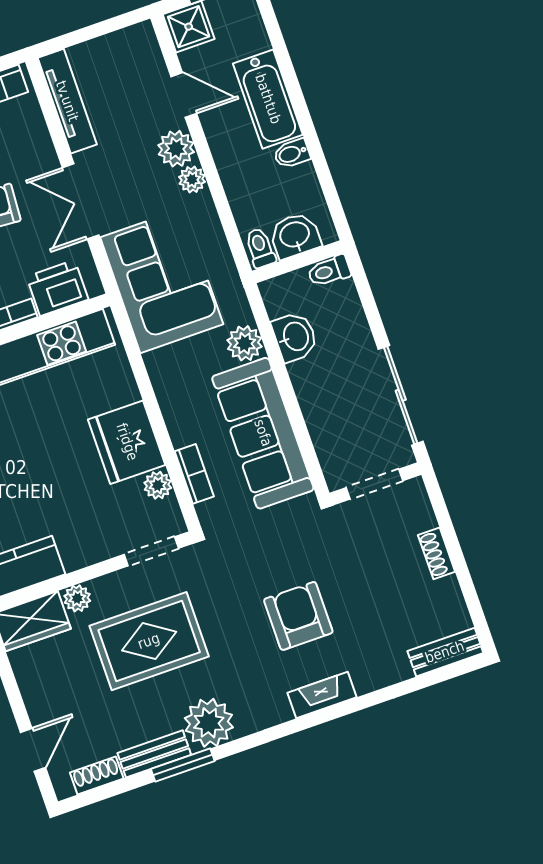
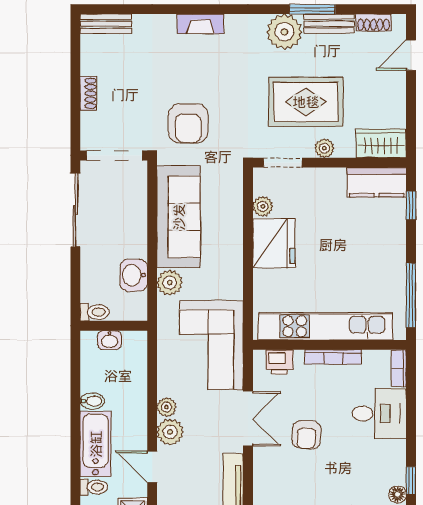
washbasin: (295, 235) -> (110, 340), width x0.72, depth x0.69
toilet: (260, 248) -> (94, 487), moved, turned -90
printer: (57, 288) -> (279, 362), width x0.73, depth x0.81
bookcase: (194, 474) -> (235, 205), removed
doorway: (375, 484) -> (114, 155), width x1.38
plant: (77, 598) -> (324, 148), moved
armchair: (298, 616) -> (188, 123), moved

